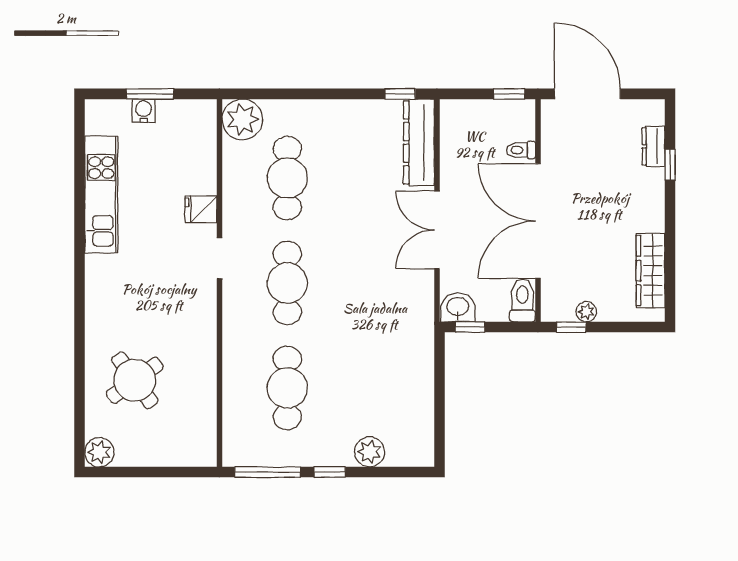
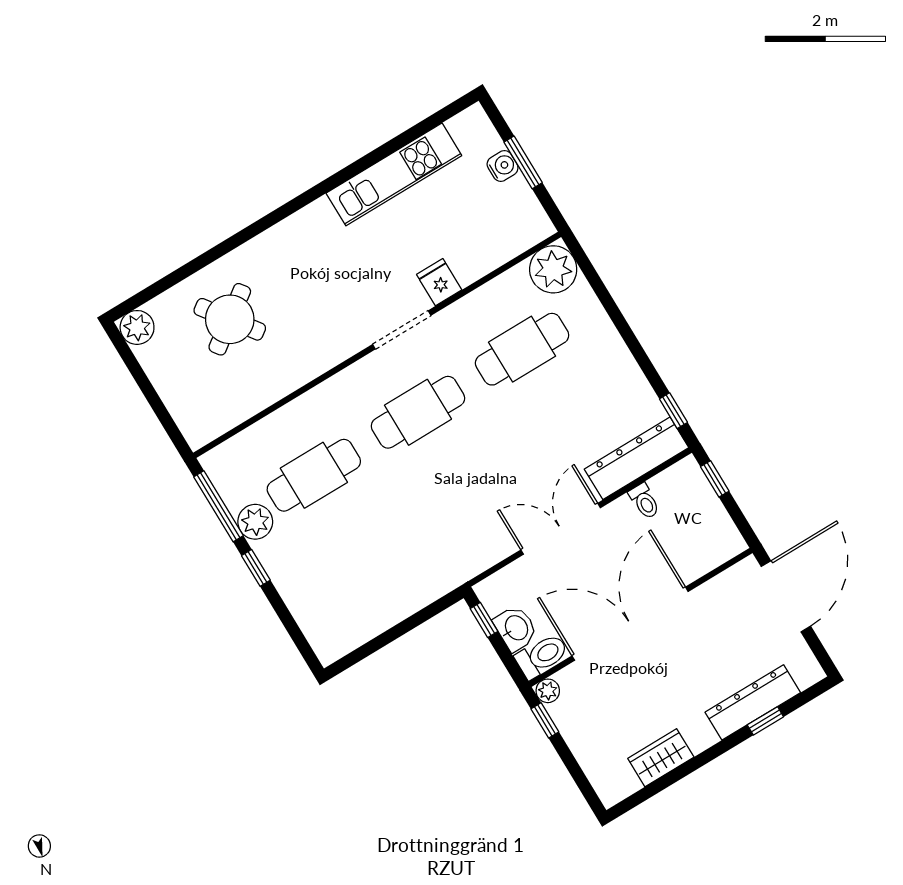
window: (509, 94) -> (715, 479), moved
dresser: (654, 146) -> (753, 702), width x1.96, depth x1.24
toilet: (521, 150) -> (644, 501), moved, turned 180
doorway: (219, 258) -> (402, 330), width x1.38
wardrobe: (650, 271) -> (661, 758), width x0.67
washbasin: (458, 307) -> (516, 628), moved
plant: (586, 312) -> (548, 691), moved
plant: (369, 452) -> (255, 522), moved

